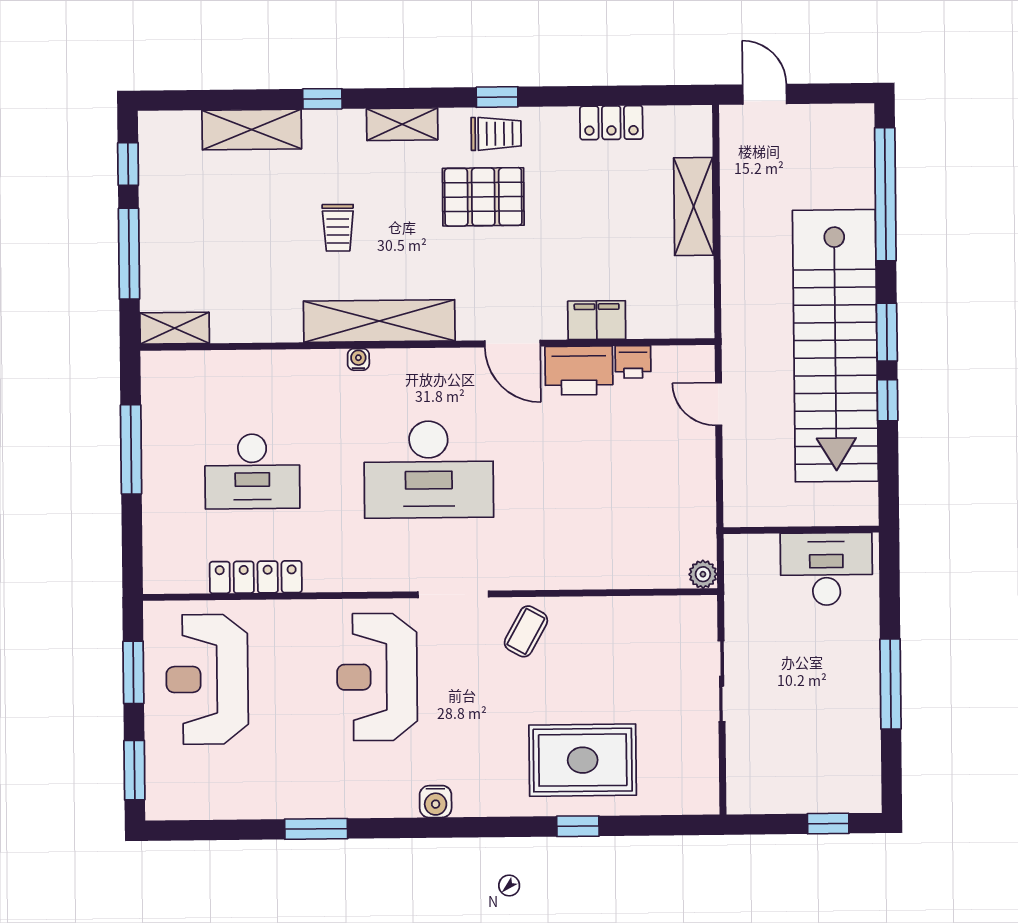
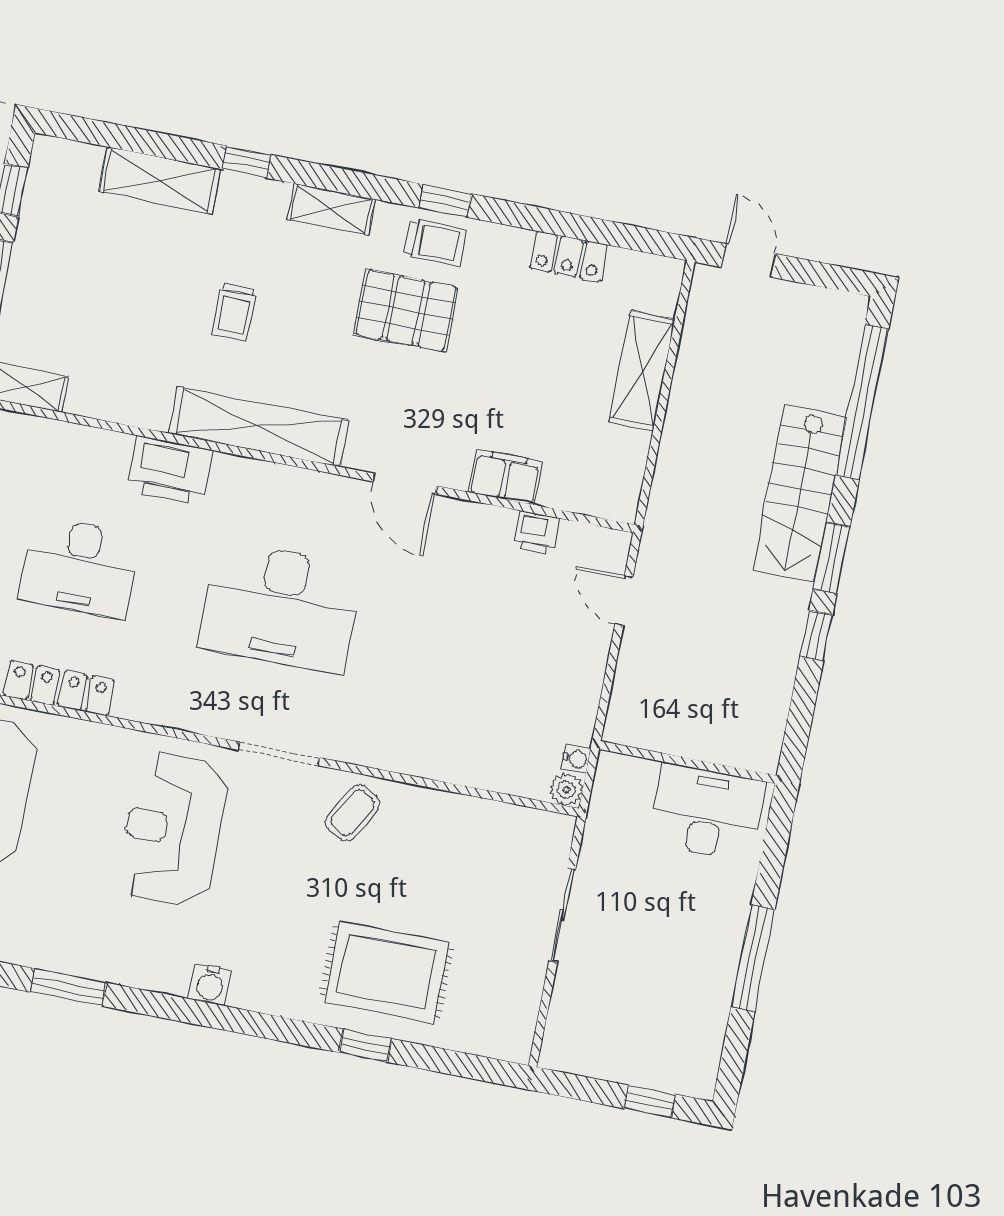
stairs: (835, 346) -> (800, 494), width x0.54, depth x0.66
water cooler: (358, 359) -> (576, 759), moved, turned 90
printer: (579, 371) -> (170, 470), moved

